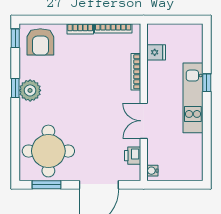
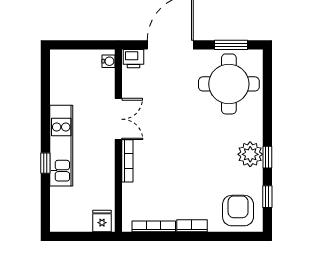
window: (15, 38) -> (267, 197), moved
fridge: (156, 52) -> (102, 221), moved, turned 90
bookcase: (136, 72) -> (127, 161), moved
printer: (133, 156) -> (133, 59), moved, turned 90

